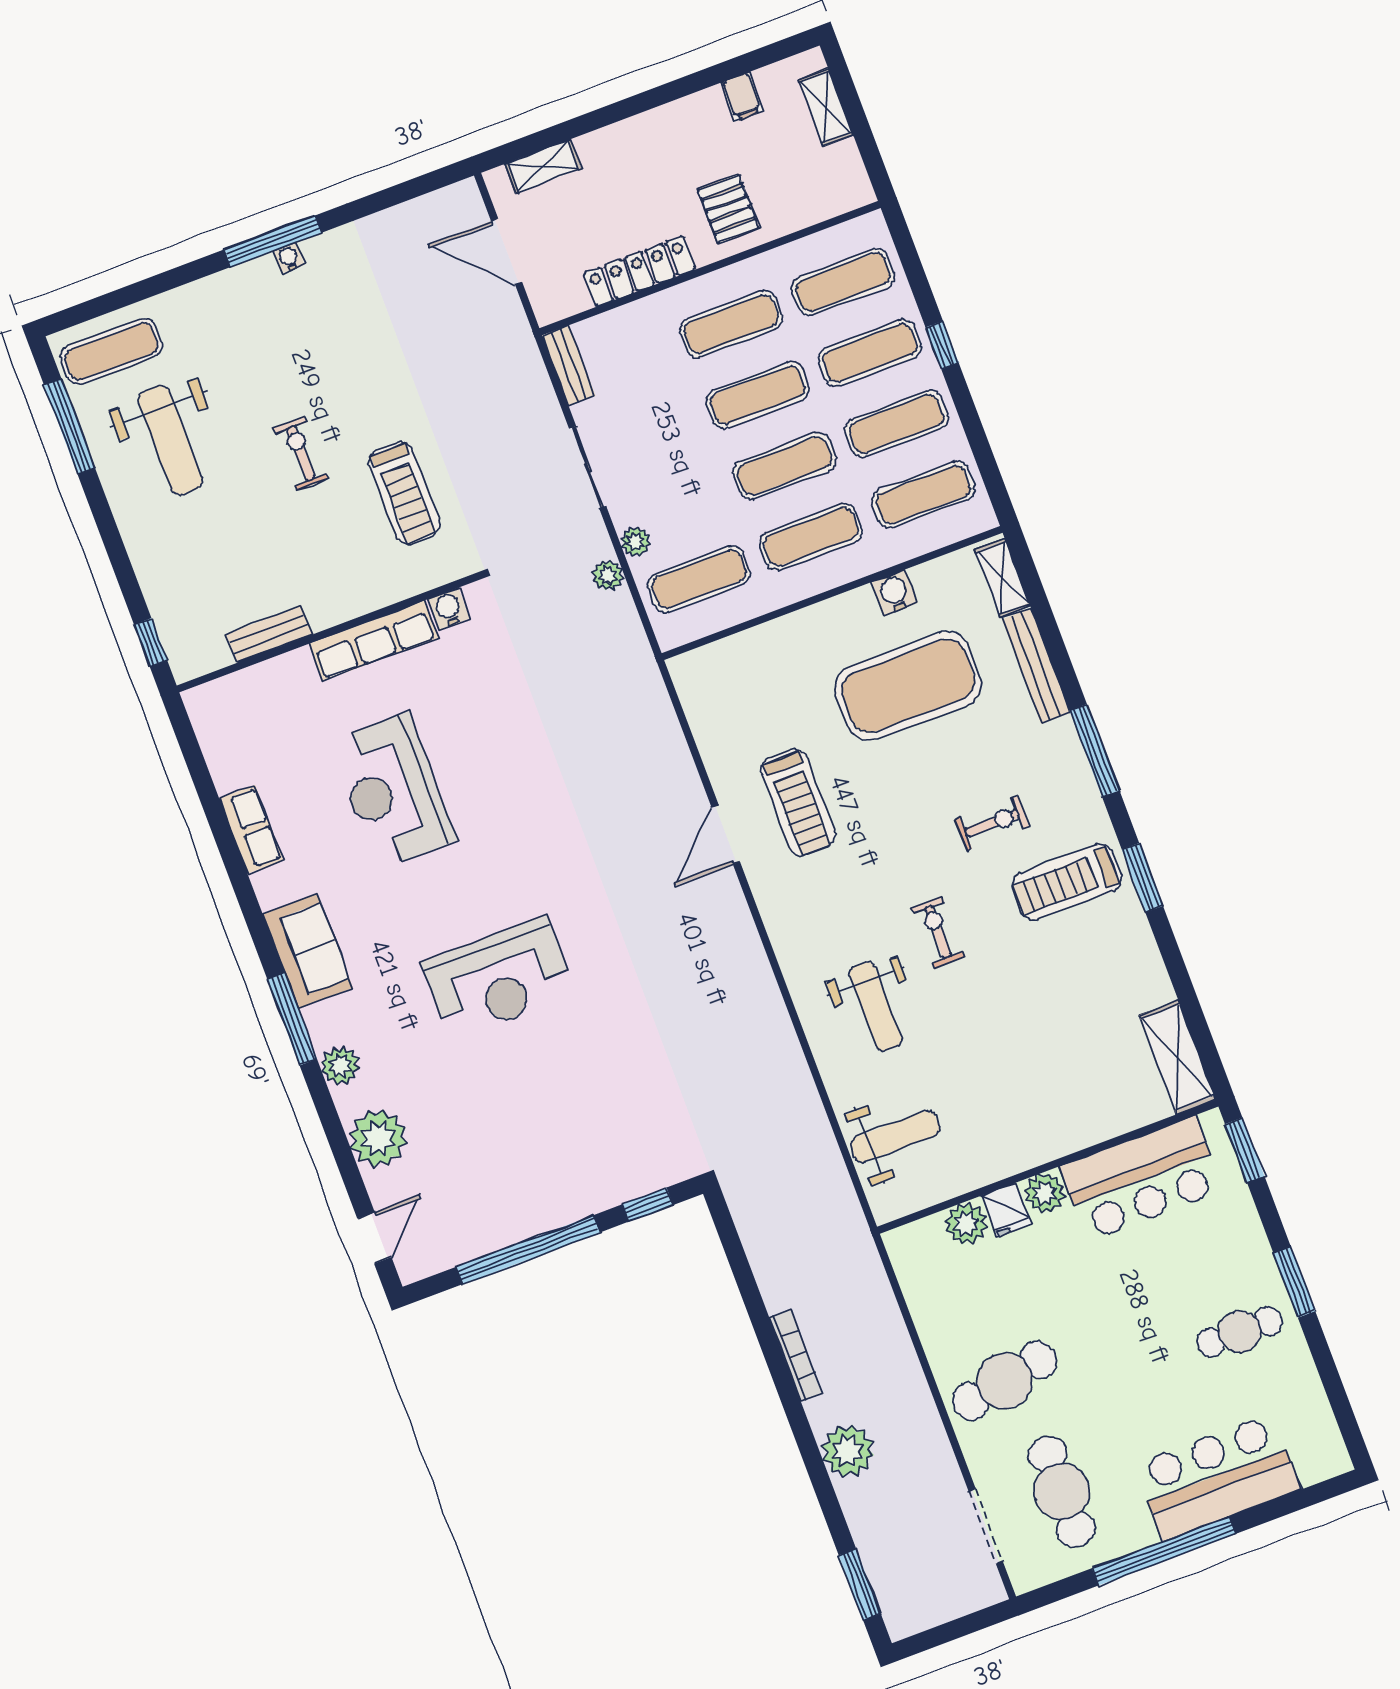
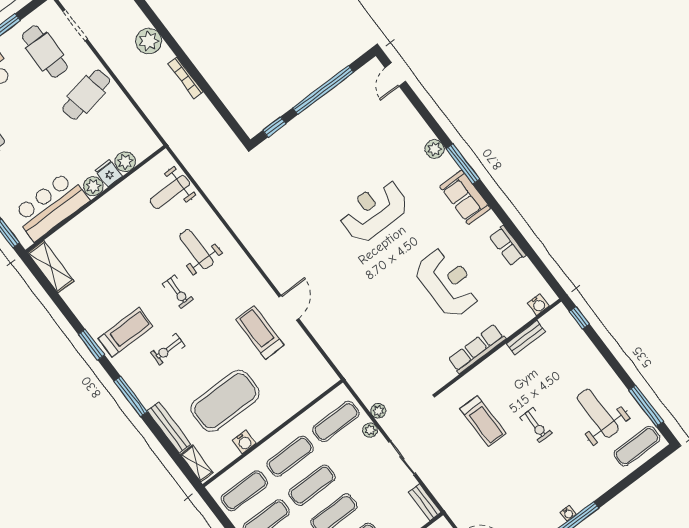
treadmill: (404, 493) -> (483, 421), turned 180
water cooler: (449, 609) -> (538, 305), moved
plant: (378, 1138) -> (407, 121), removed

